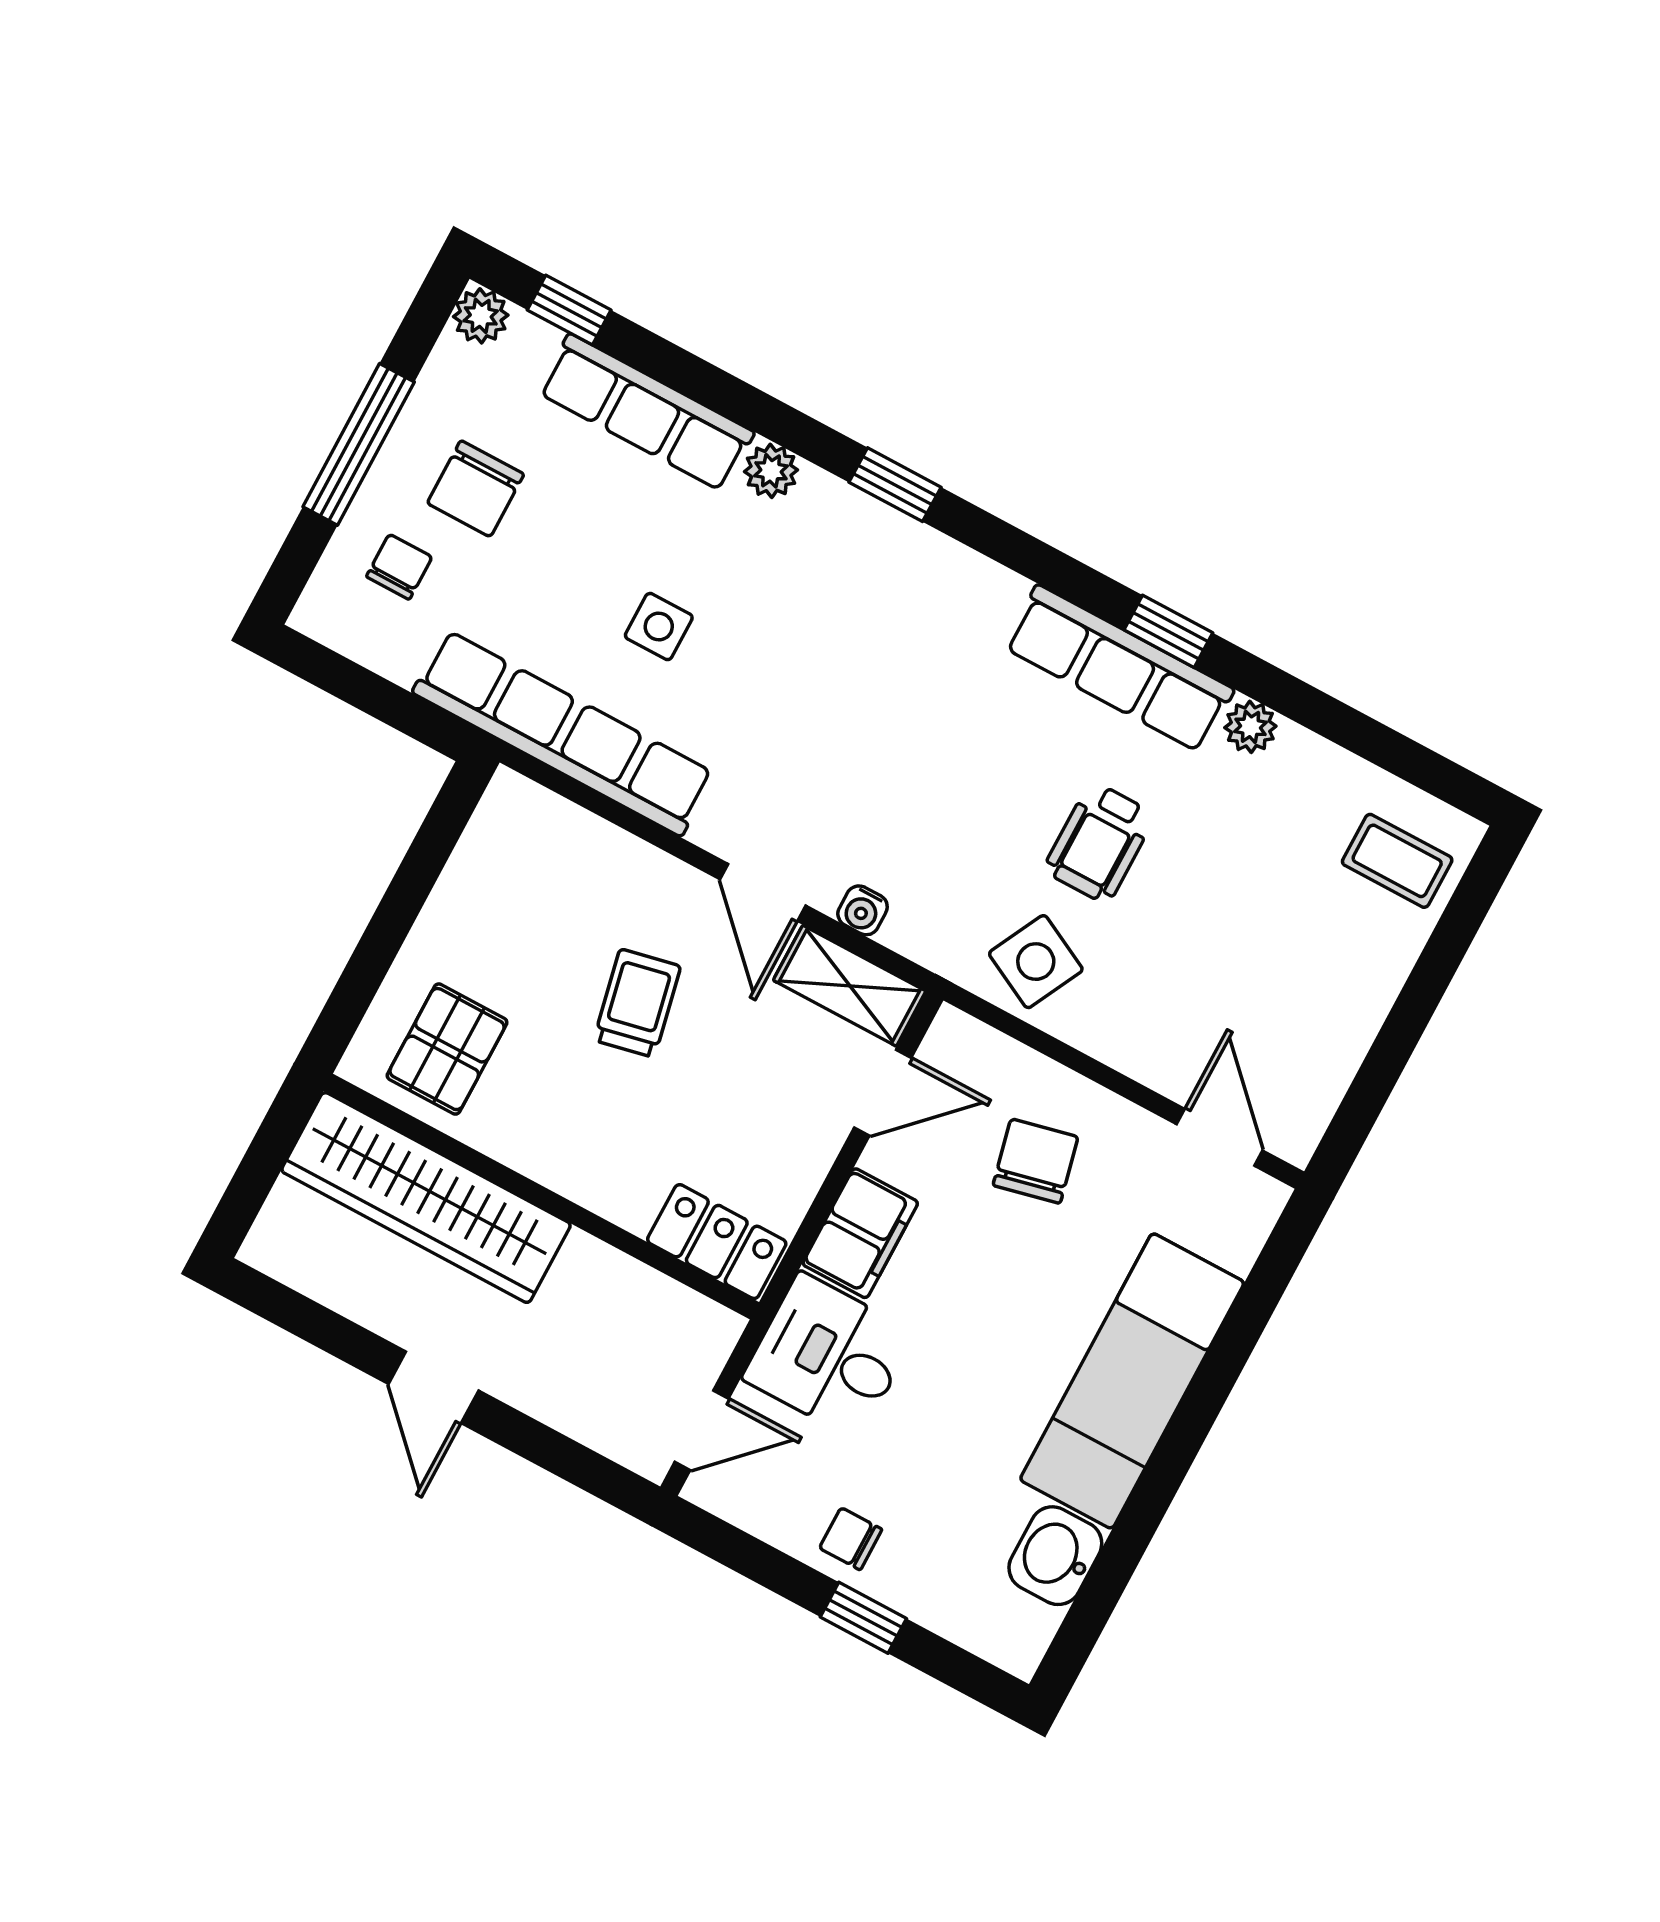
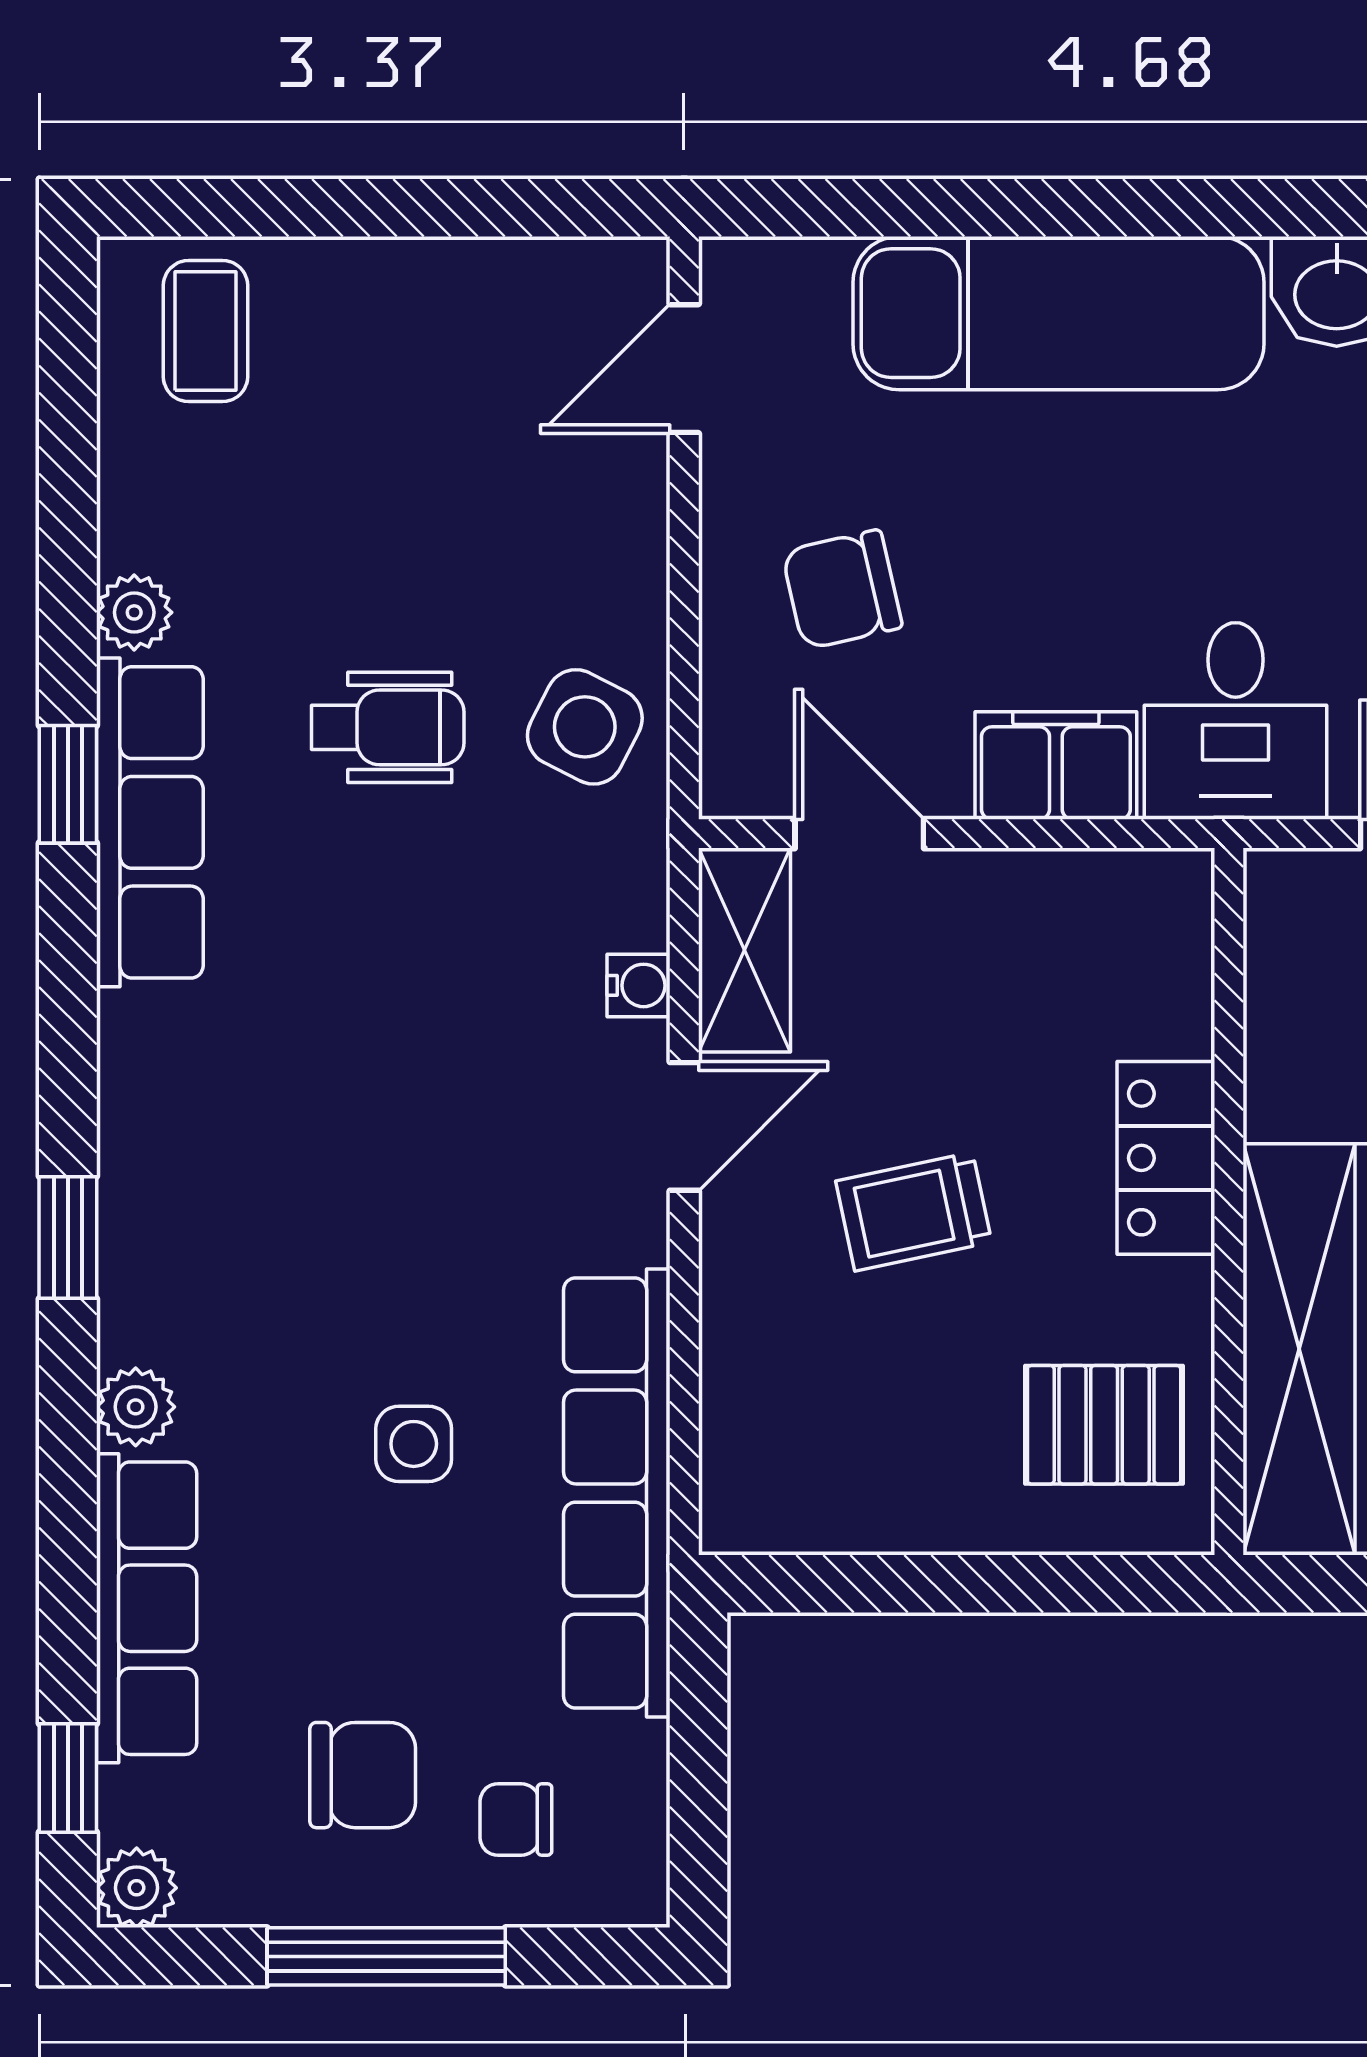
locker: (717, 1242) -> (1166, 1158), moved

